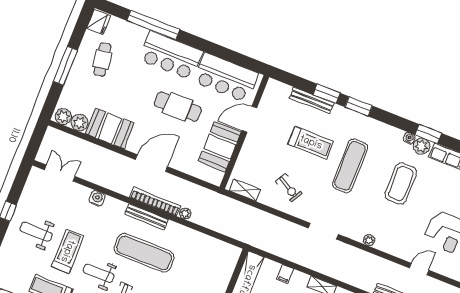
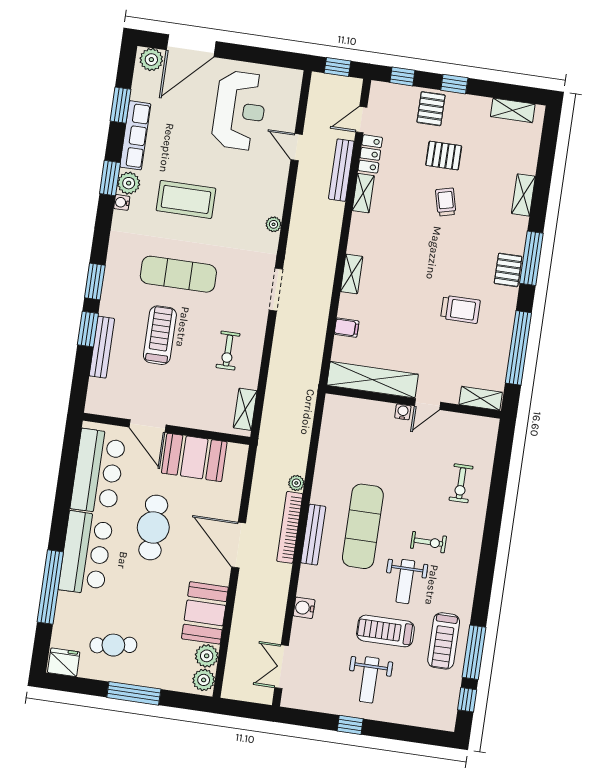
exercise bike: (289, 188) -> (228, 351), turned 150

